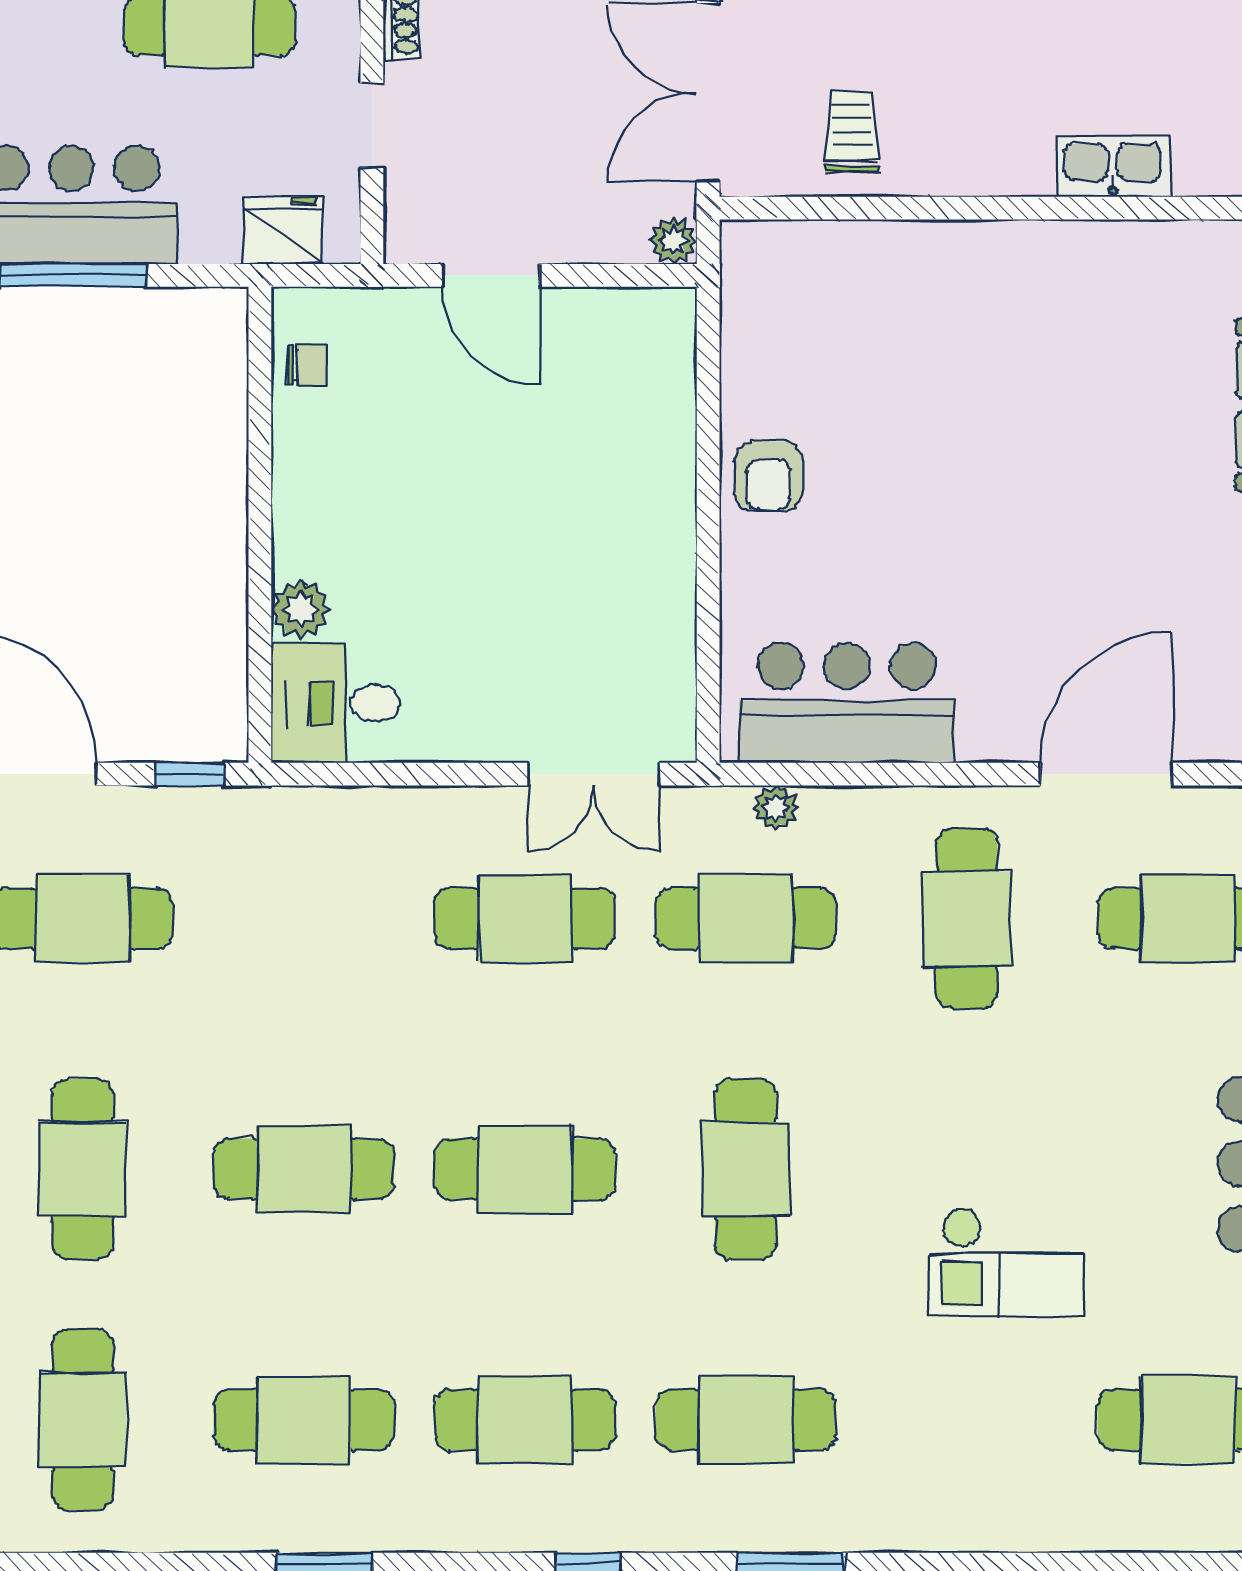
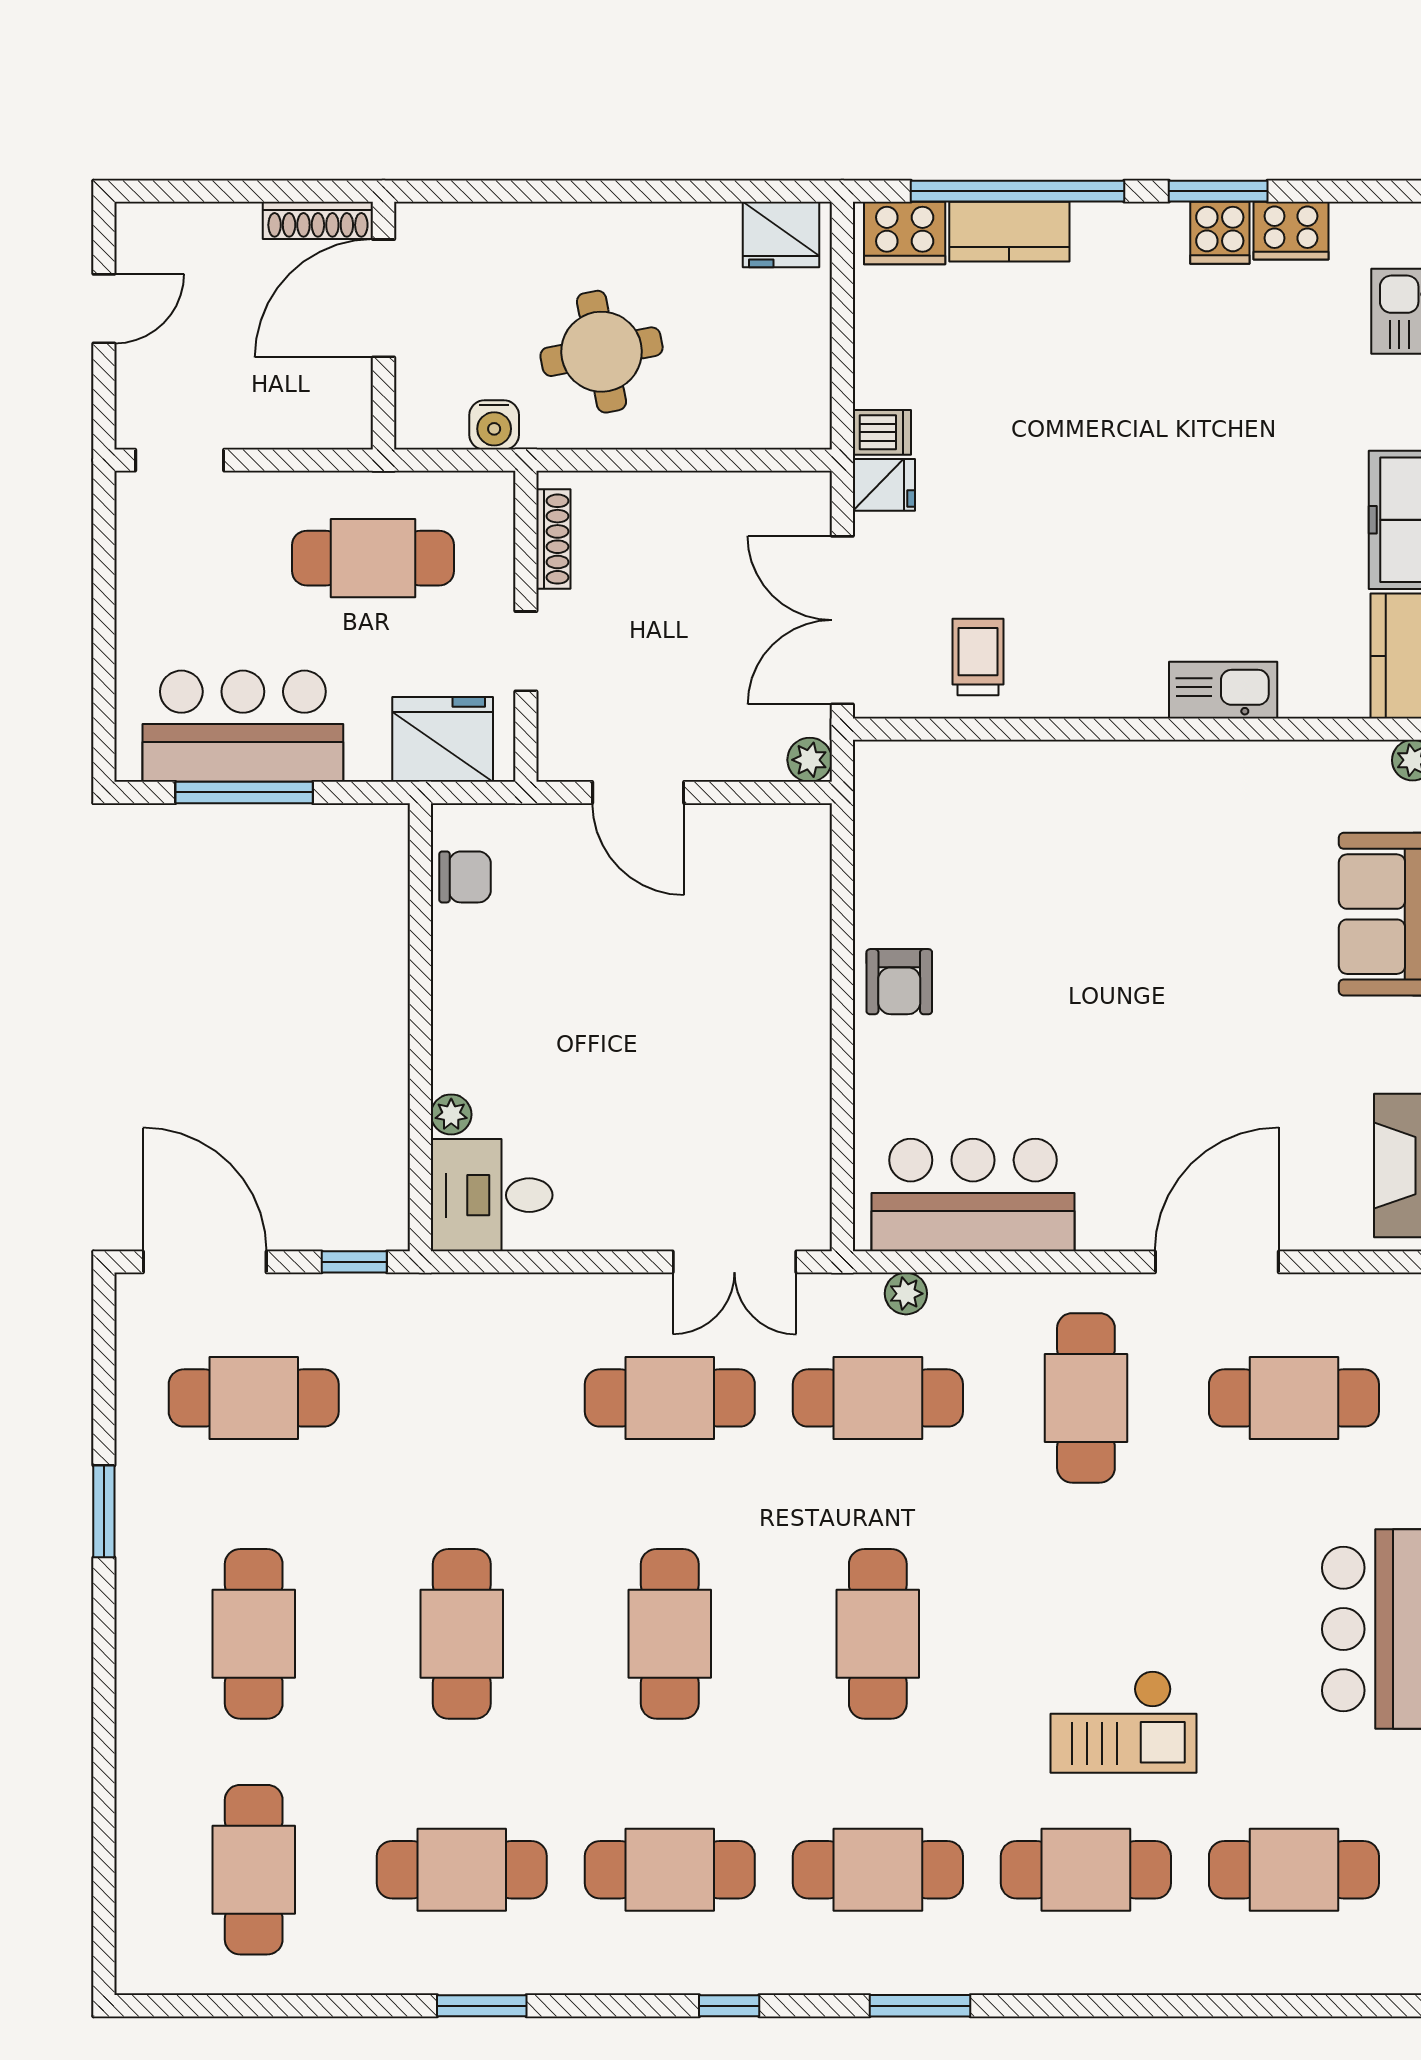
fridge: (283, 230) -> (443, 739), width x1.36, depth x1.34
chair: (307, 365) -> (465, 877), width x1.37, depth x1.37
plant: (301, 609) -> (451, 1114), width x0.73, depth x0.73
cafe table: (304, 1169) -> (462, 1634), turned 90
cafe table: (525, 1169) -> (670, 1634), turned 90
cafe table: (967, 1420) -> (1086, 1870), added

